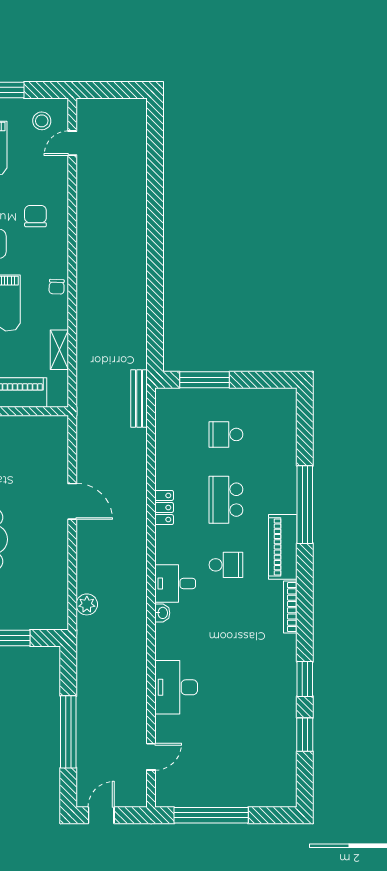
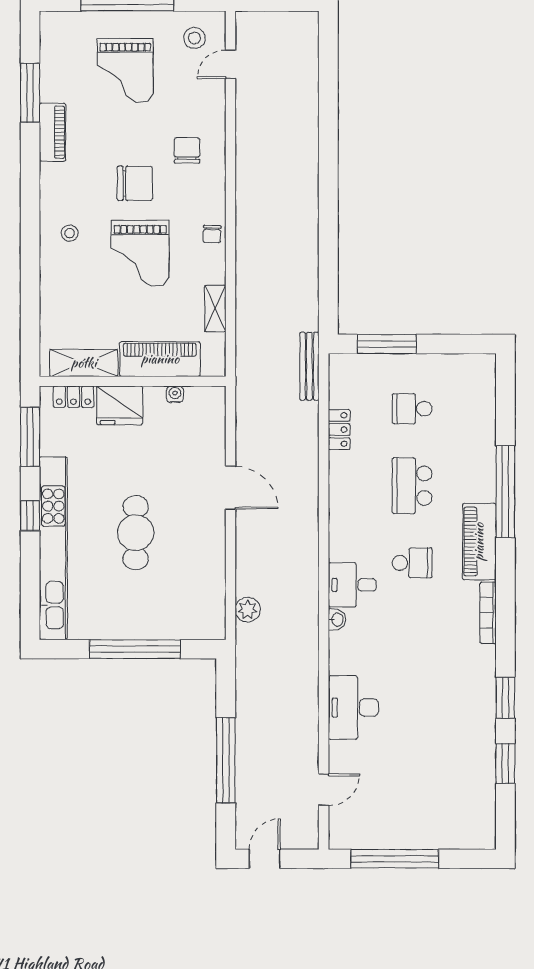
water cooler: (25, 422) -> (175, 394), added
locker: (164, 508) -> (339, 430), moved

